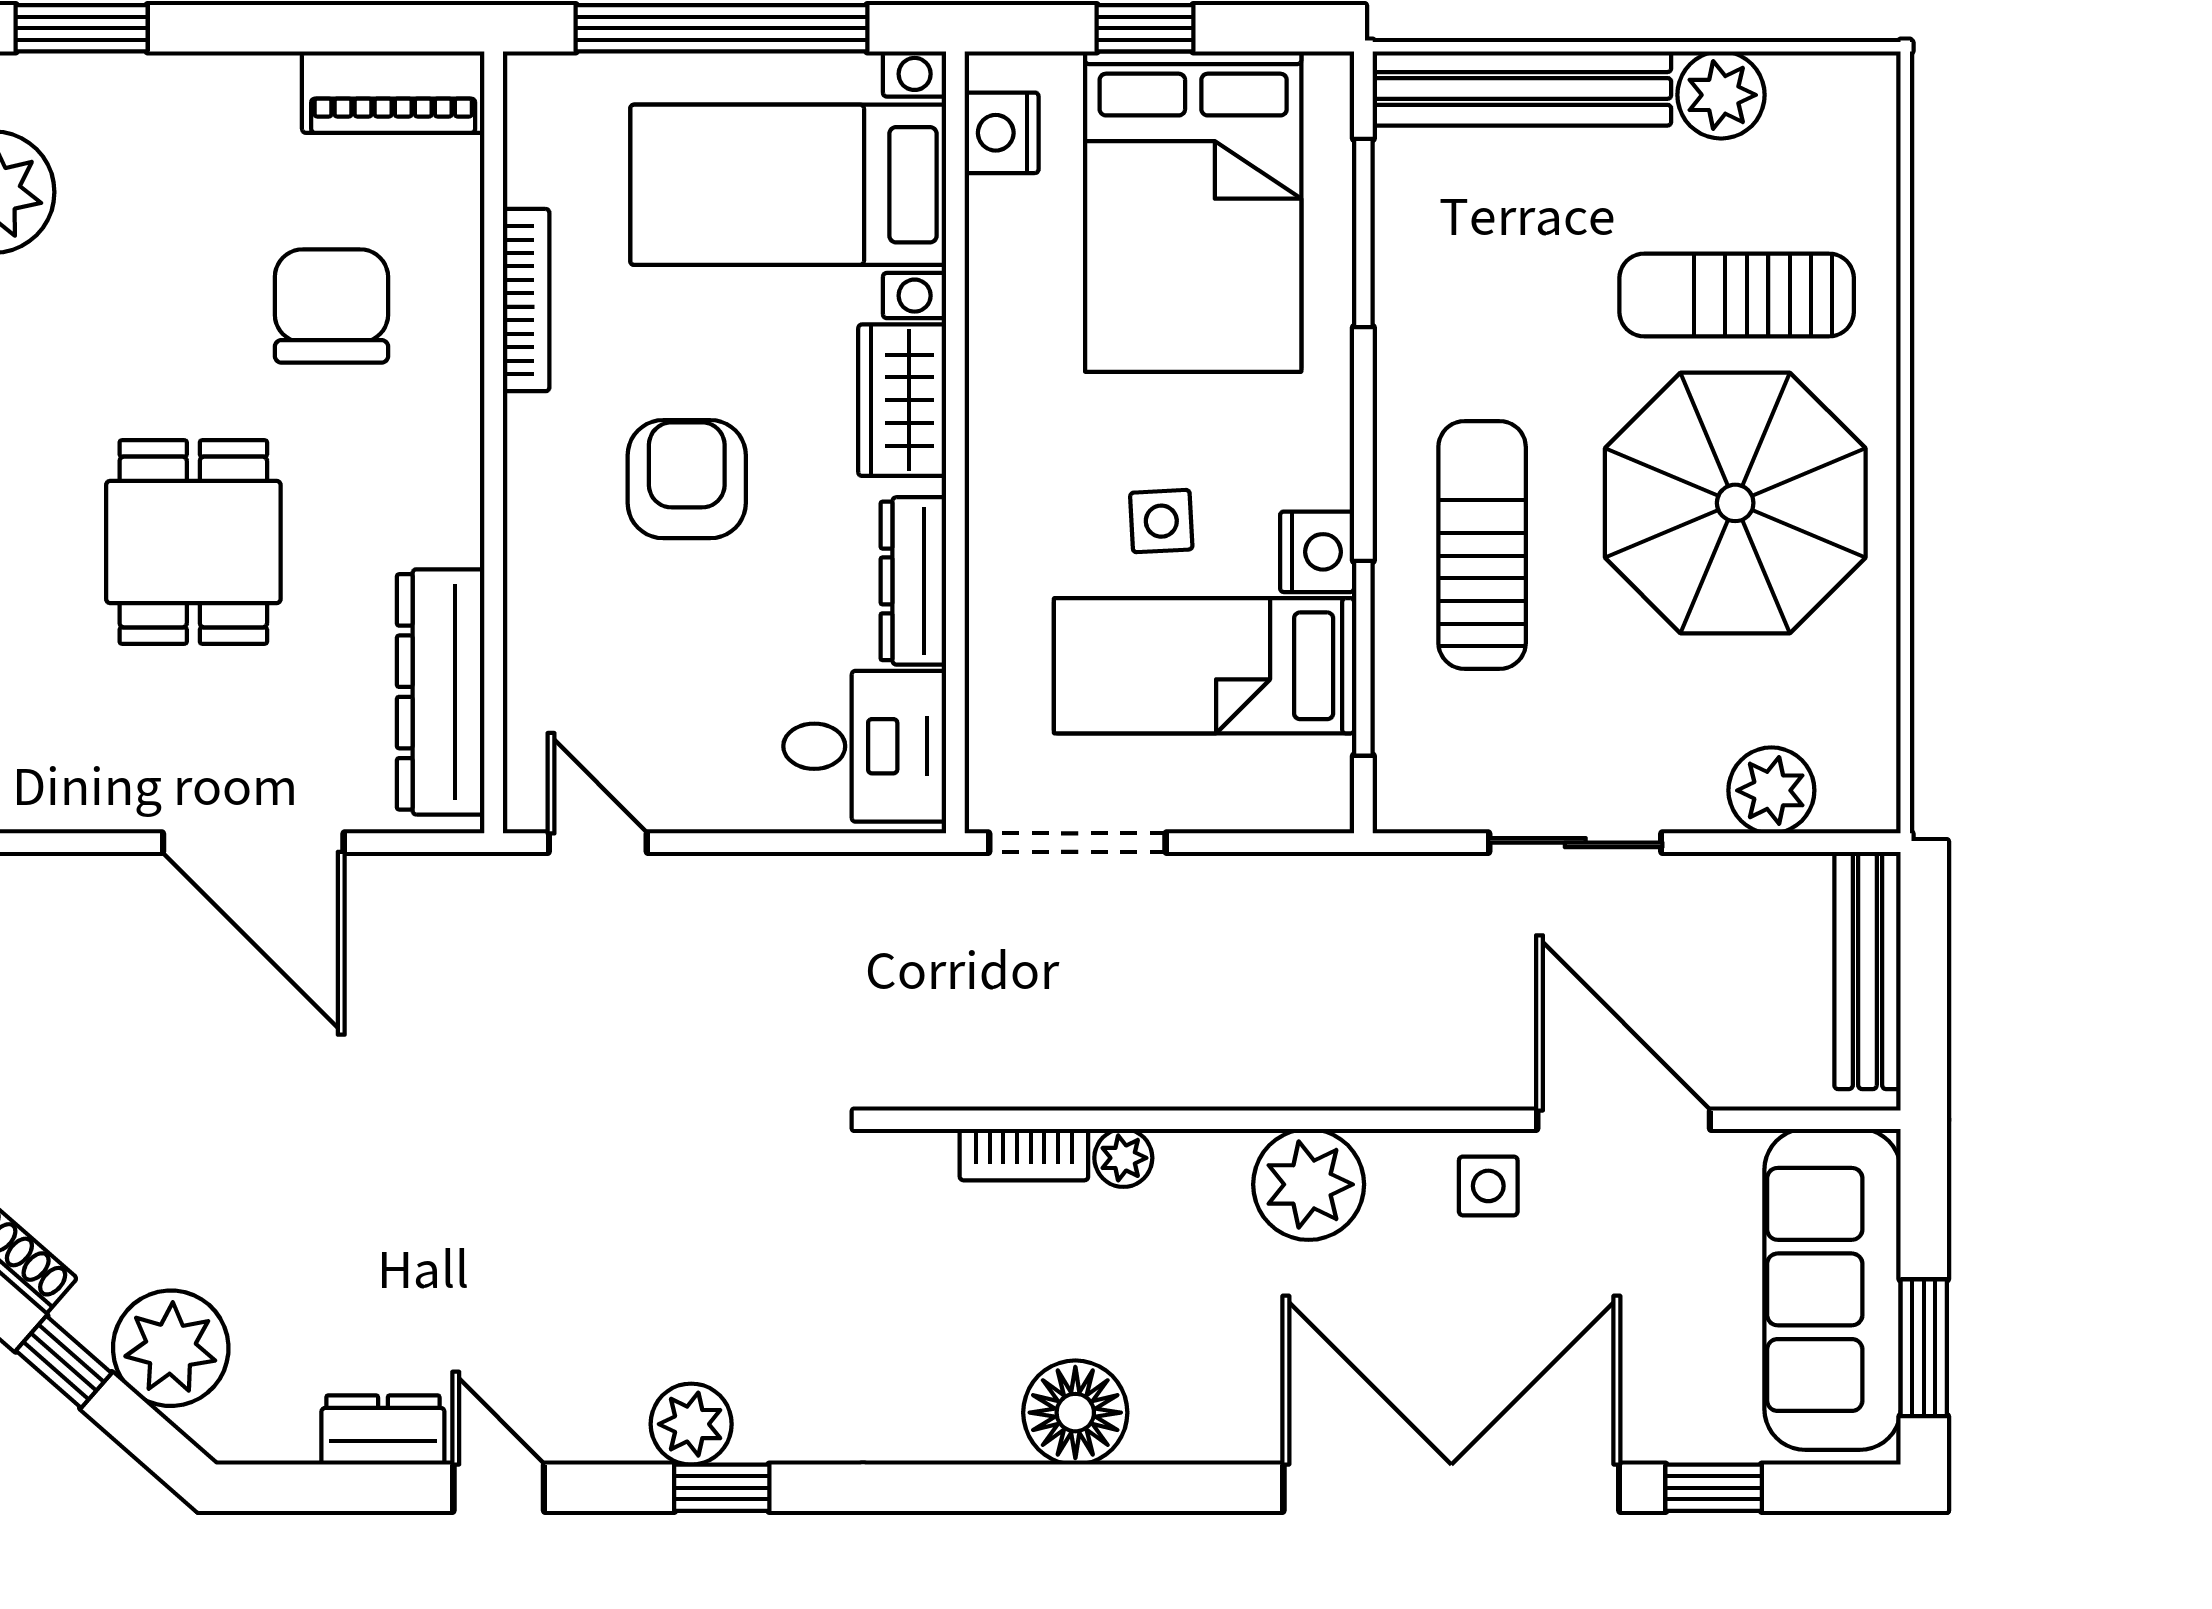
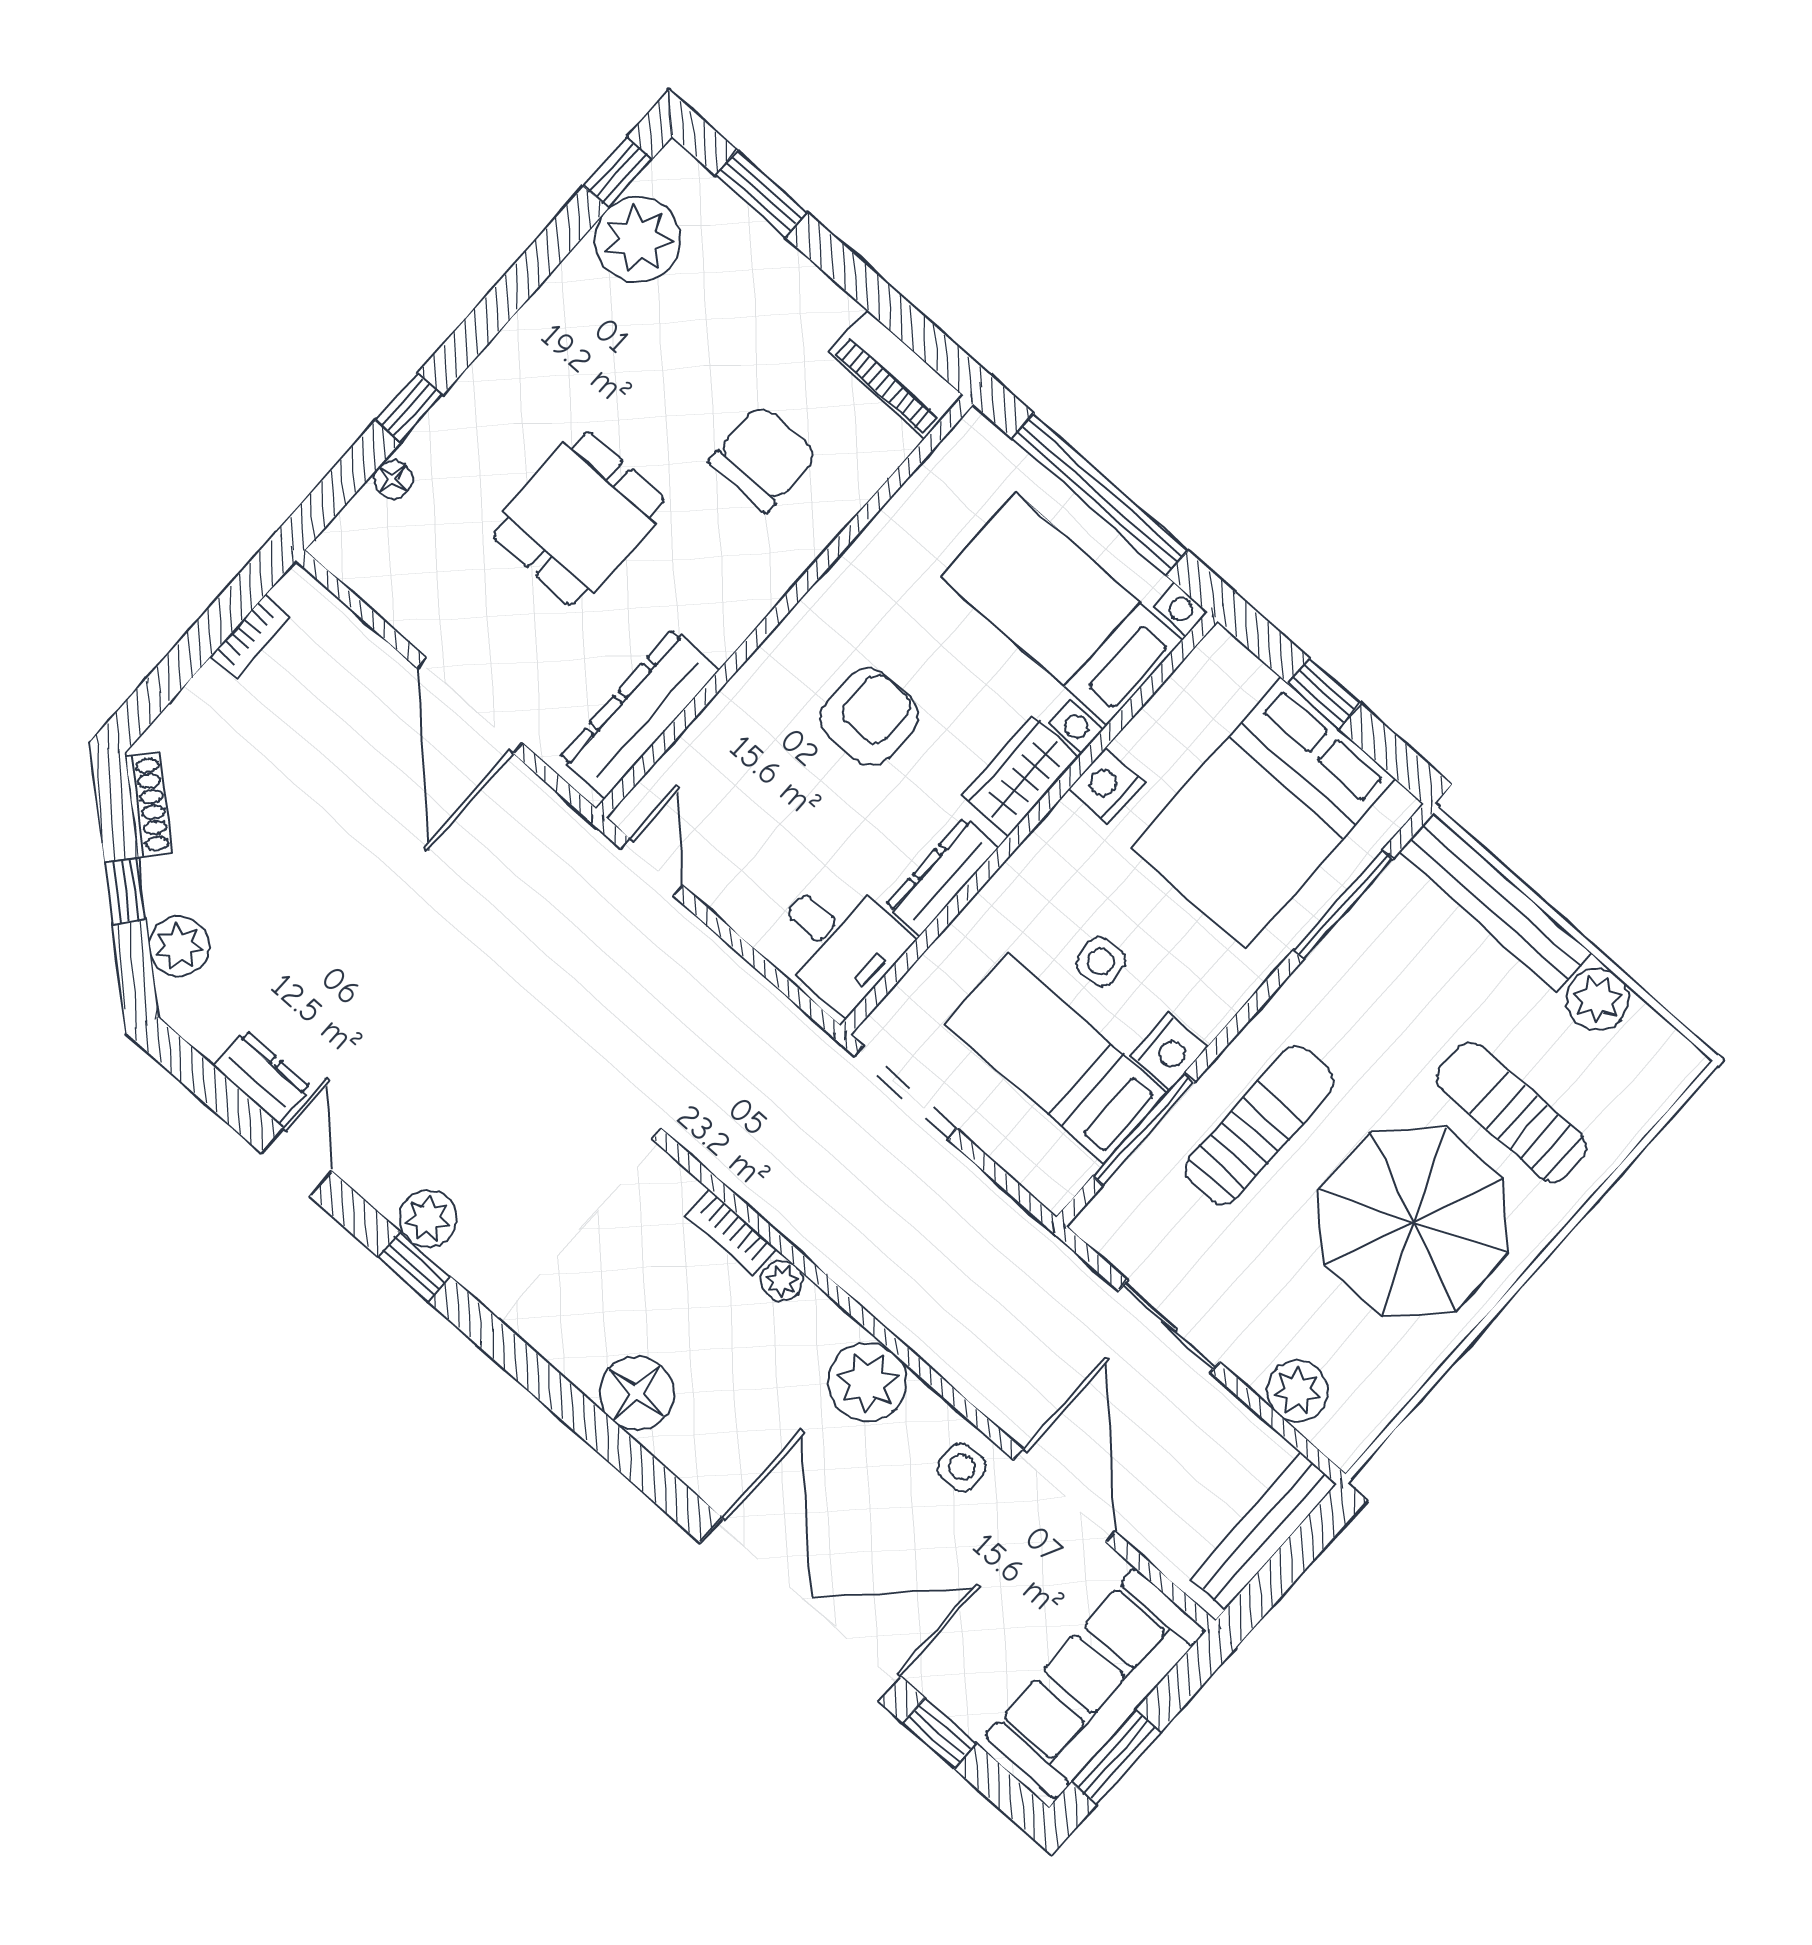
nightstand: (1002, 133) -> (1106, 786), moved
bookcase: (526, 300) -> (869, 546), removed
plant: (171, 1348) -> (179, 946), width x0.73, depth x0.73

